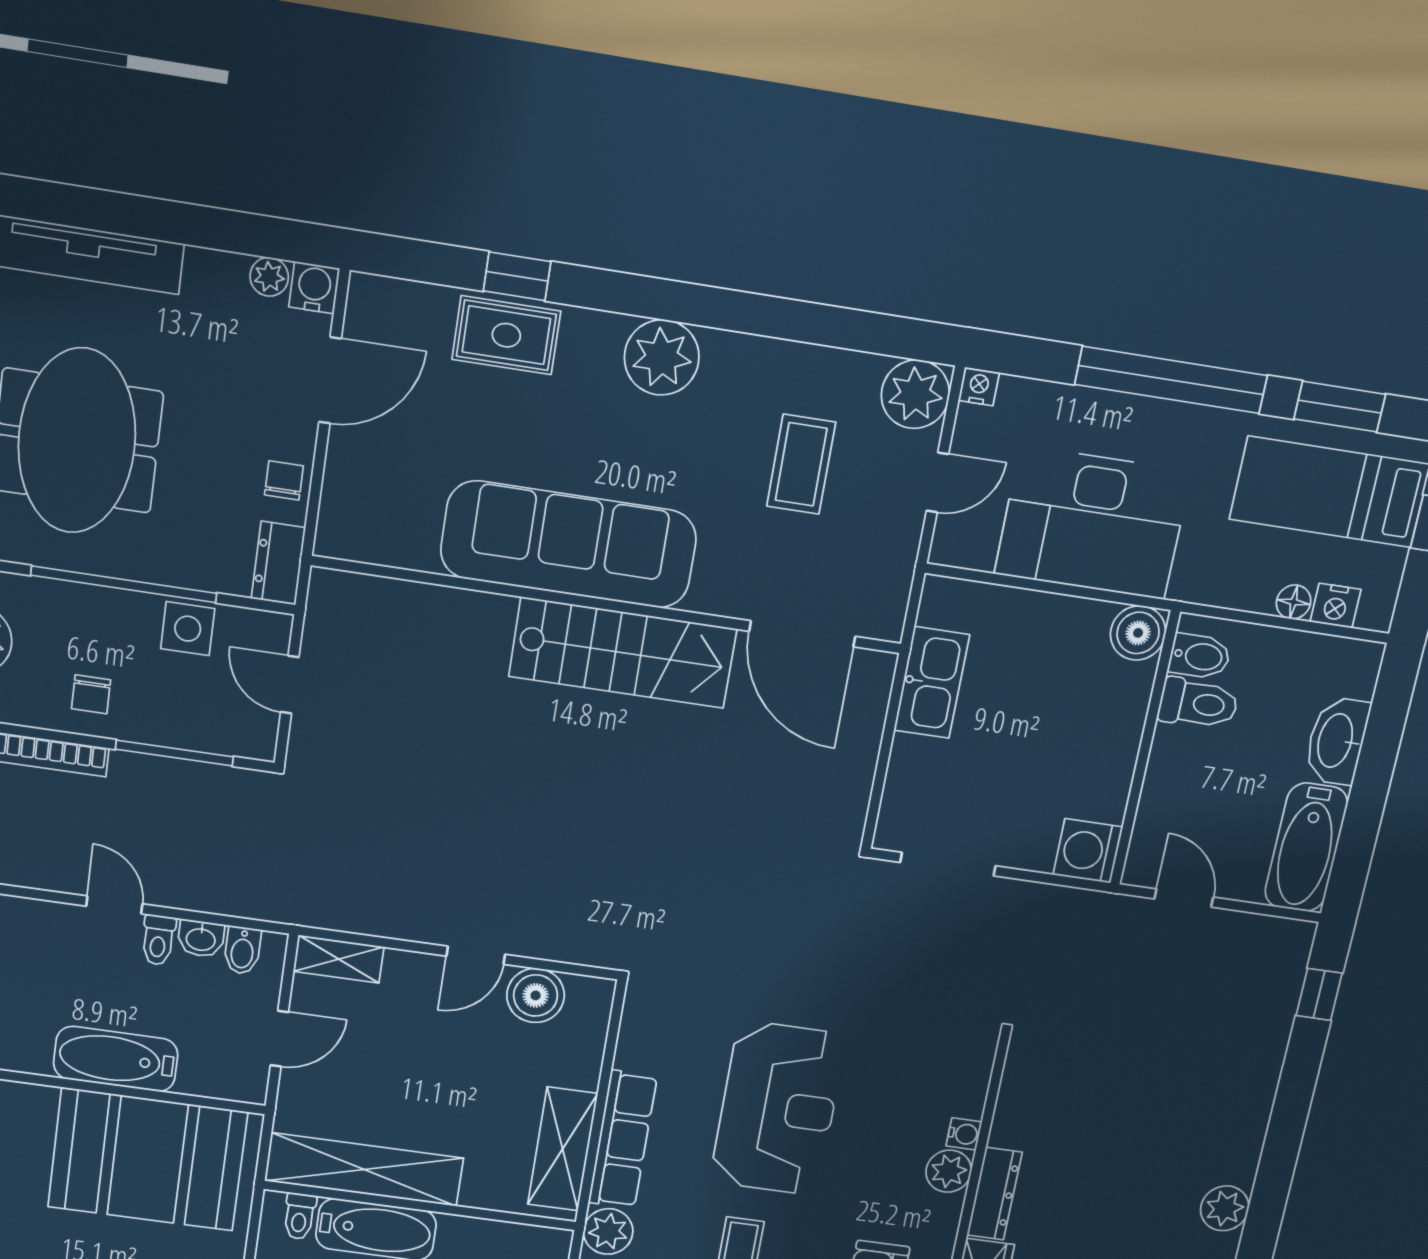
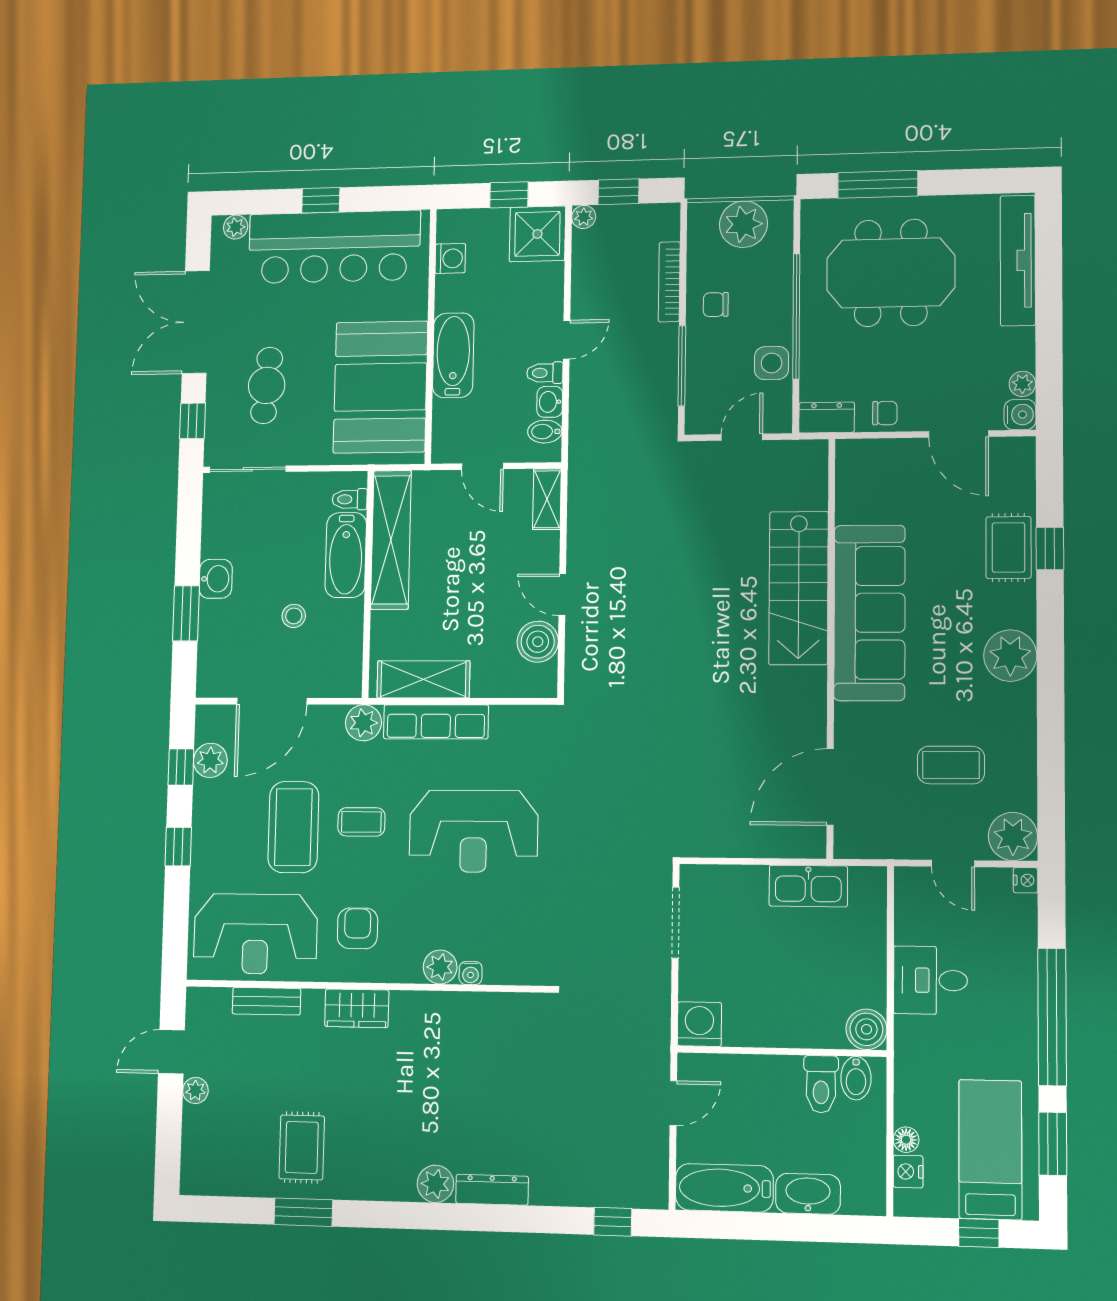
desk: (1093, 523) -> (930, 980), width x0.53, depth x0.77
stairs: (623, 653) -> (798, 588), moved
dresser: (994, 1194) -> (492, 1190), moved, turned 180

